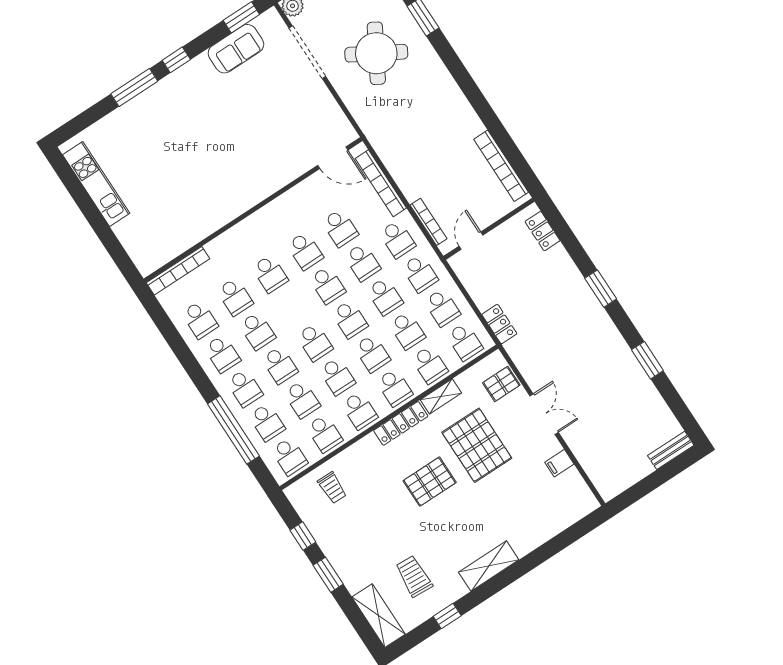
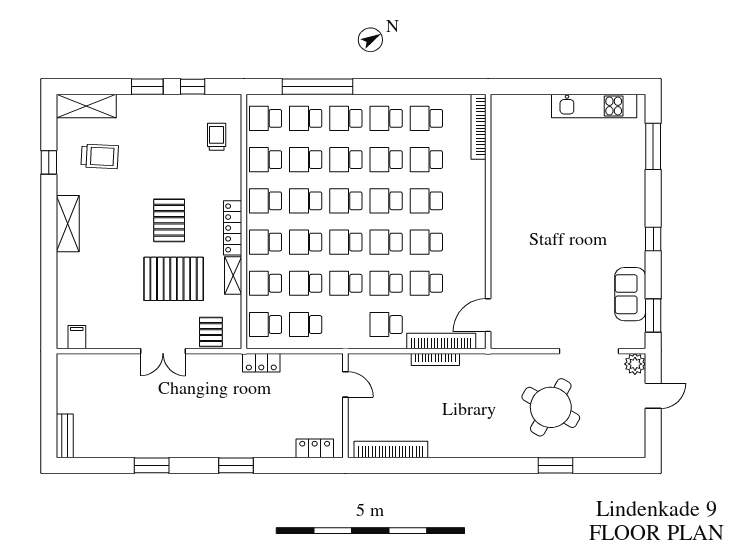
window: (134, 87) -> (653, 146), moved
bookcase: (429, 222) -> (435, 359), moved
school desk: (420, 273) -> (386, 201), moved
filing cabinet: (559, 463) -> (77, 337), moved
trolley: (332, 488) -> (217, 137), turned 90

